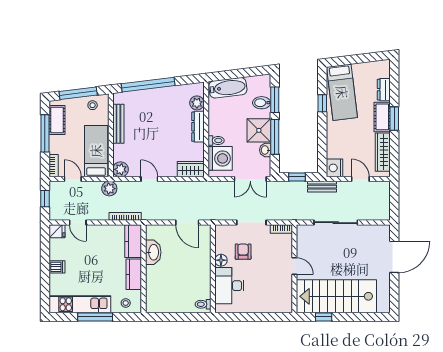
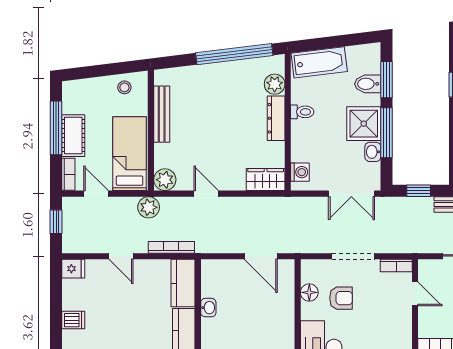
window: (148, 85) -> (234, 54), moved
window: (78, 93) -> (104, 70), removed
cot: (57, 120) -> (73, 136), moved
toilet: (216, 140) -> (302, 112), moved
washing machine: (220, 158) -> (300, 172), width x0.53, depth x0.53
door: (78, 223) -> (121, 256), moved
washbasin: (153, 252) -> (208, 308), width x0.52, depth x0.69
armchair: (243, 252) -> (341, 298), turned 90
floor lamp: (221, 260) -> (309, 292), moved
door: (294, 266) -> (415, 294), moved

